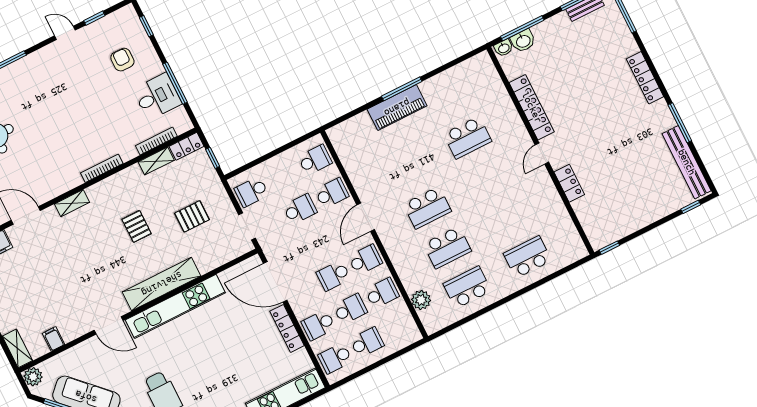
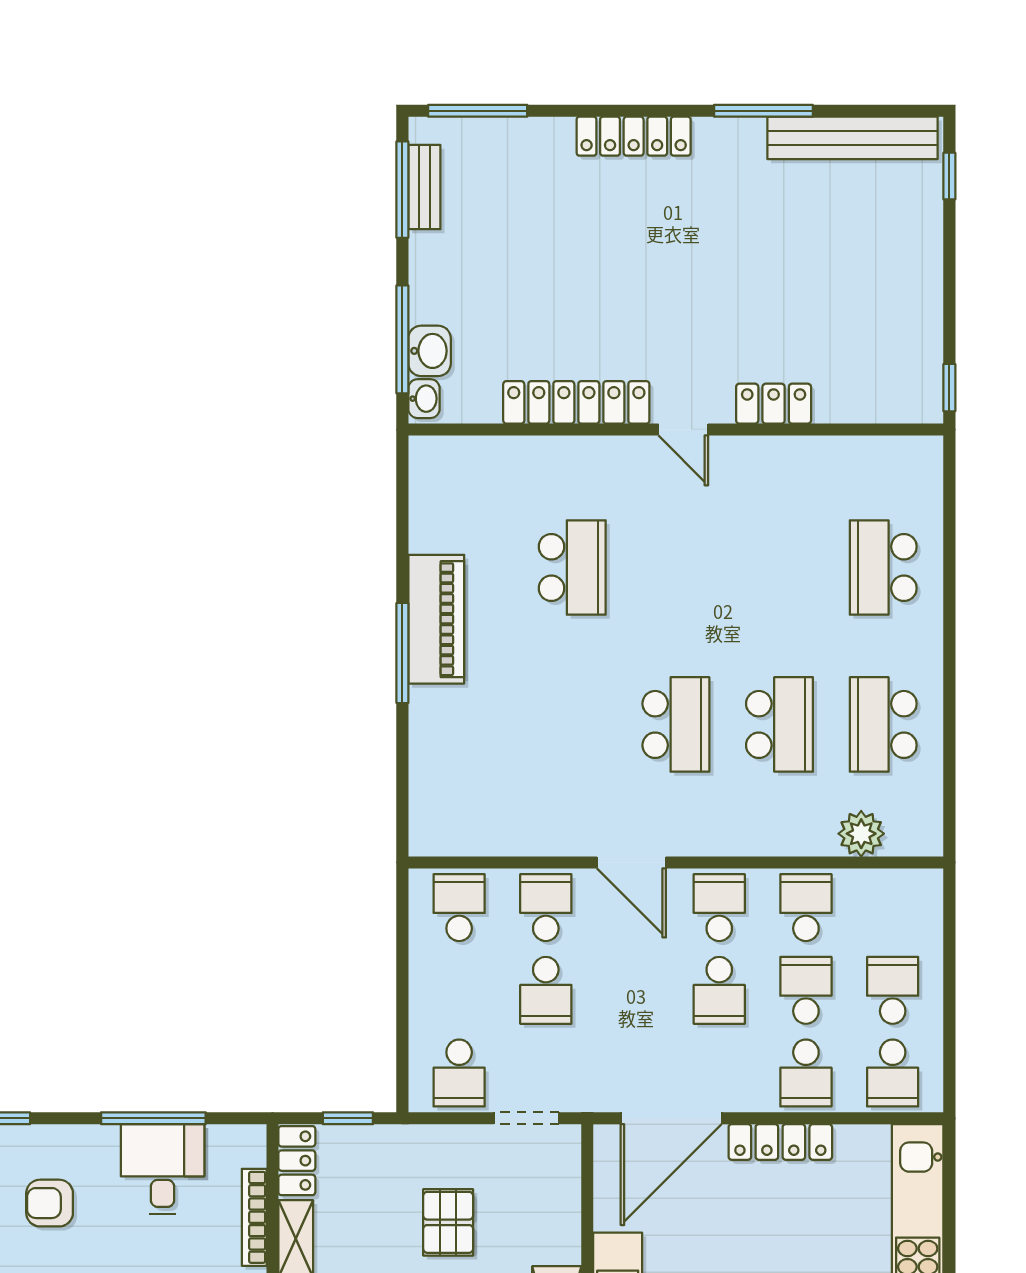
piano: (397, 108) -> (436, 619), moved
school desk: (300, 209) -> (546, 990), turned 180

